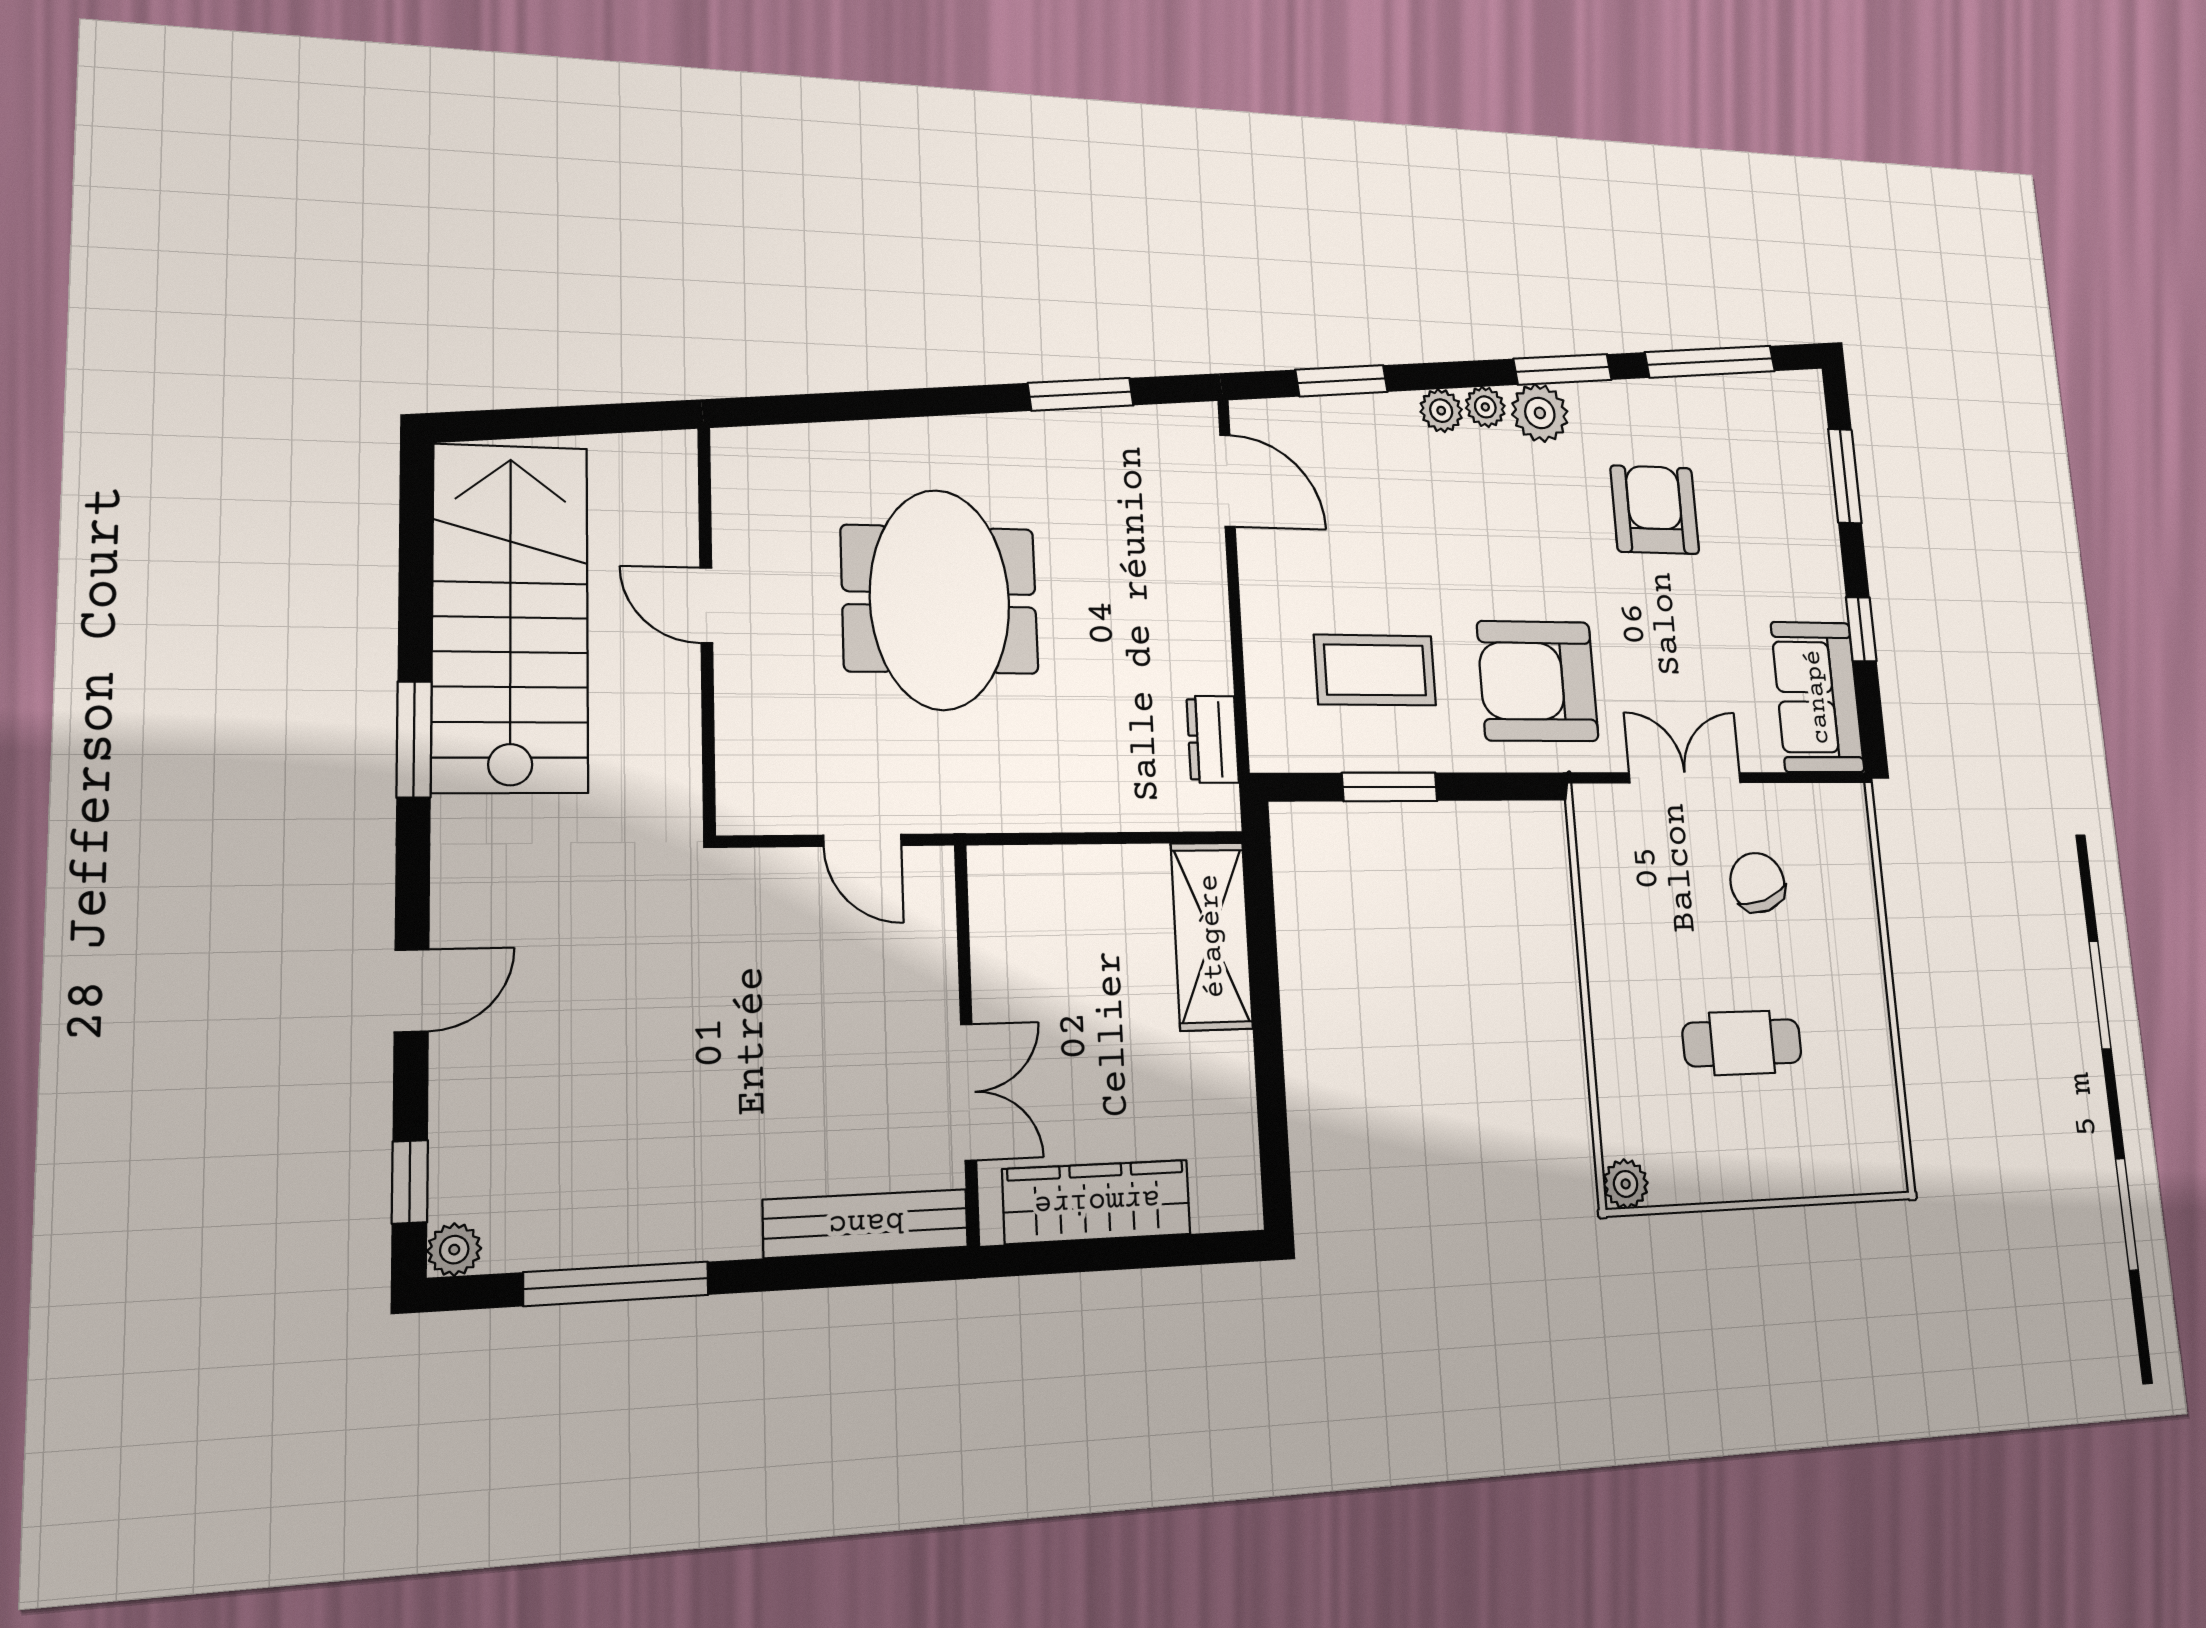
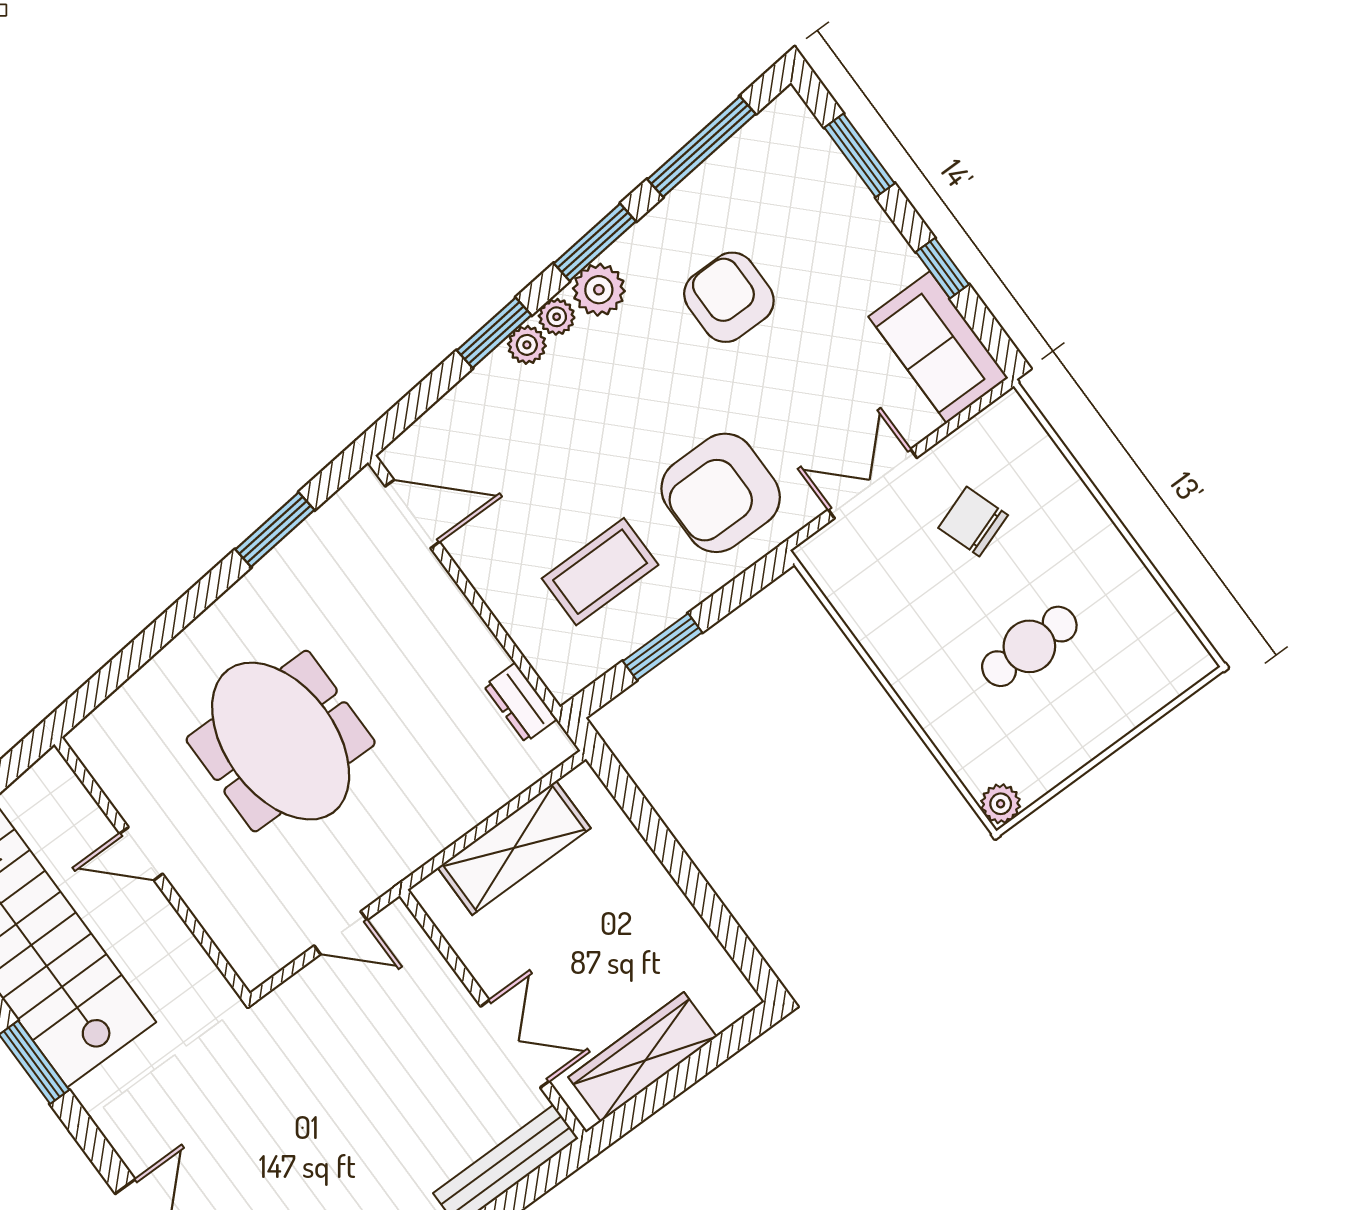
window: (1342, 381) -> (494, 333), moved
shelving: (1212, 936) -> (514, 848), moved, turned 90

